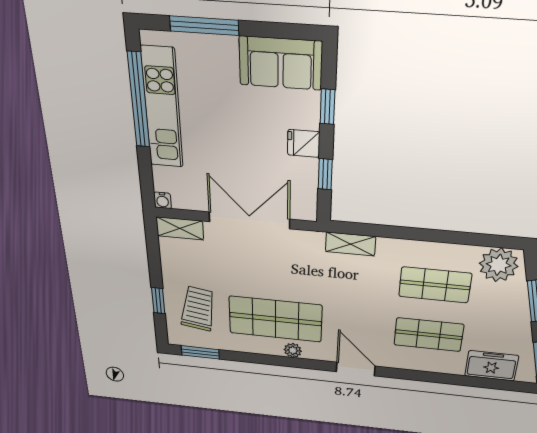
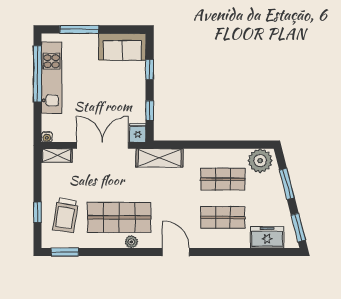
fridge: (304, 143) -> (138, 133), moved, turned 90
shelving: (350, 244) -> (159, 158), width x1.50, depth x1.33
trolley: (198, 309) -> (65, 215), turned 180

